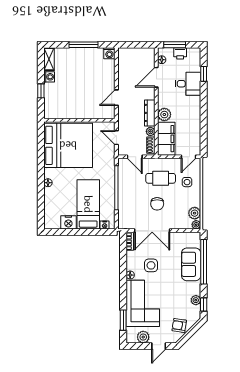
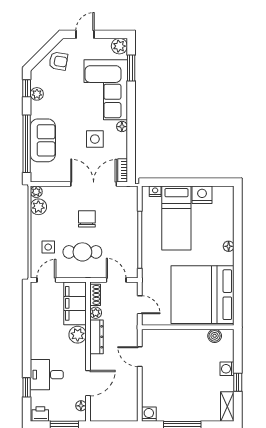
printer: (180, 53) -> (40, 414), moved
washing machine: (49, 77) -> (227, 369), moved
window: (41, 91) -> (238, 382), moved
door: (116, 98) -> (140, 357), swing flipped
boiler: (59, 114) -> (215, 336), added
plant: (143, 337) -> (119, 46), moved

